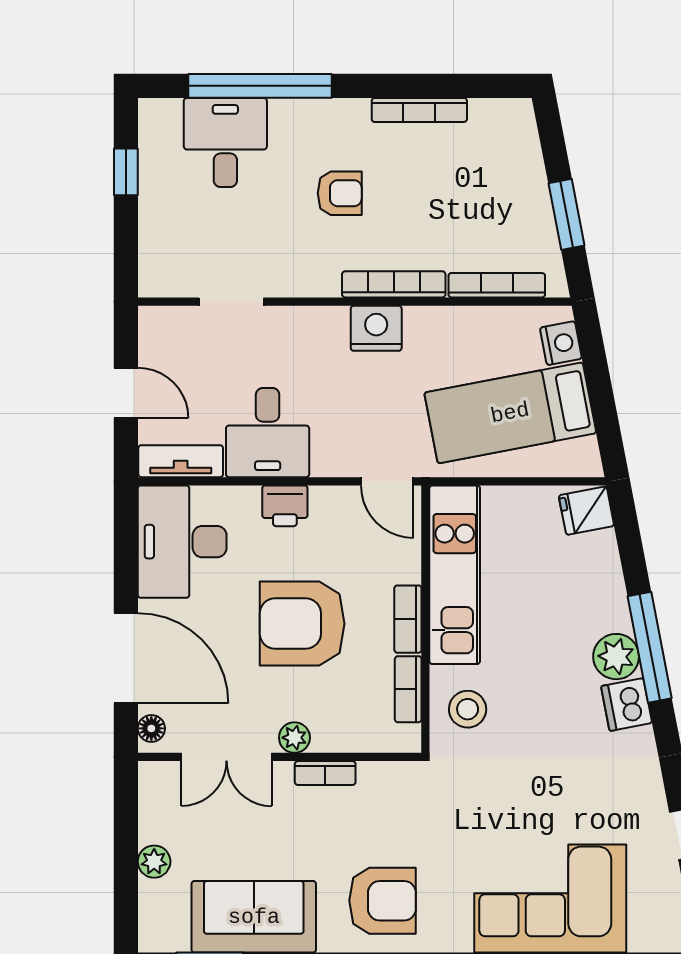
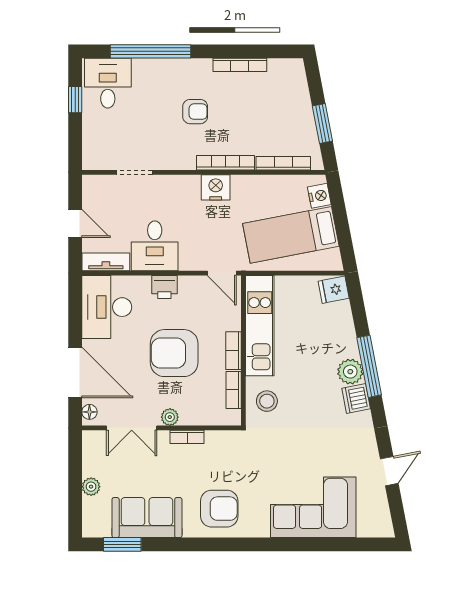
desk: (225, 142) -> (108, 83), moved

